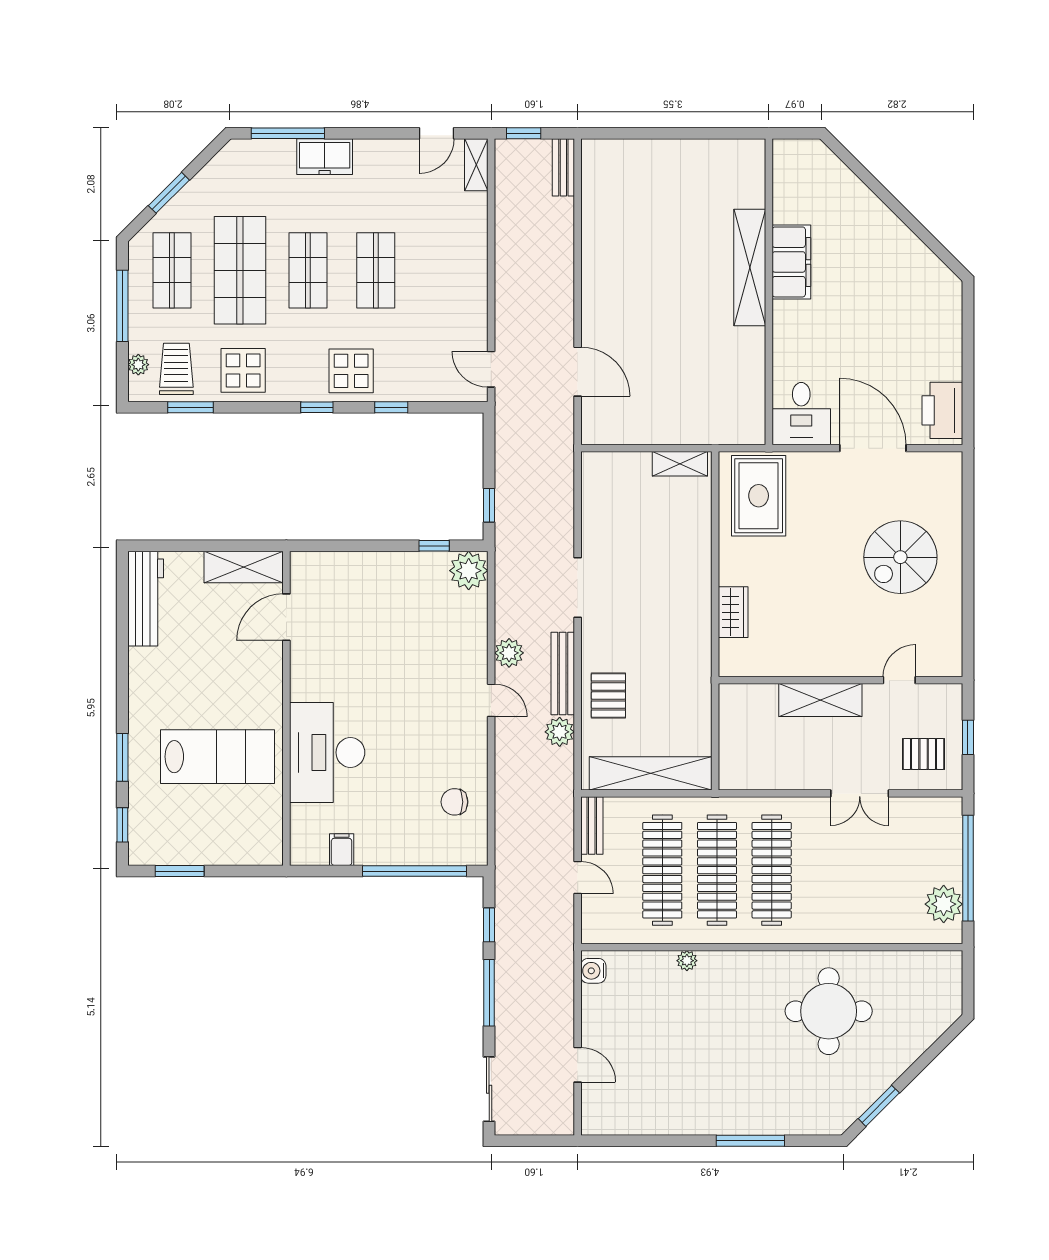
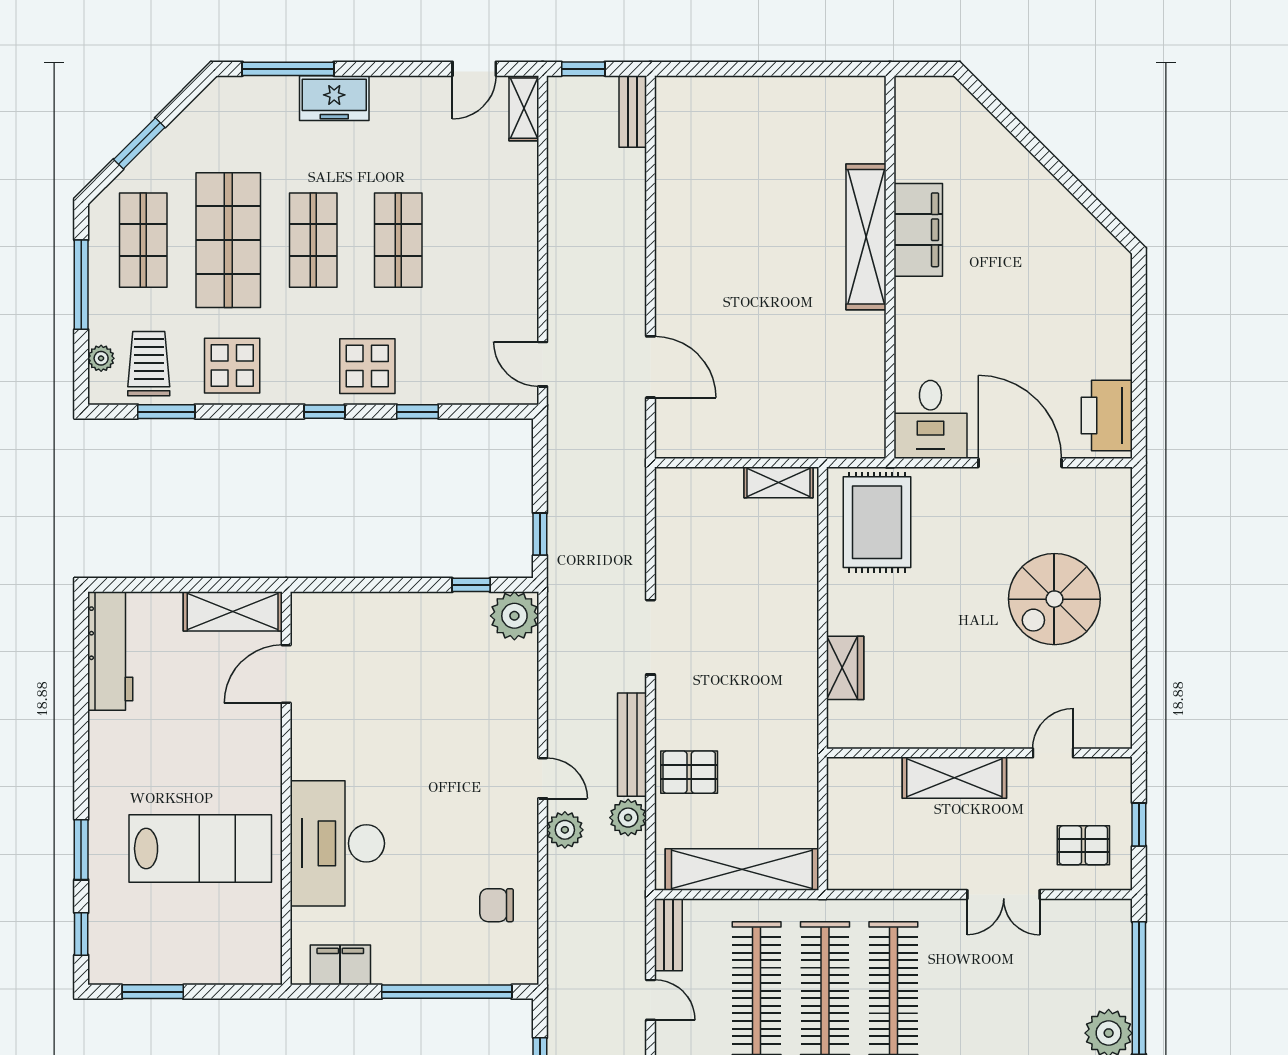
plant: (509, 653) -> (565, 830), moved
pallet: (608, 696) -> (689, 772), turned 90
filing cabinet: (342, 850) -> (340, 965), width x2.00

